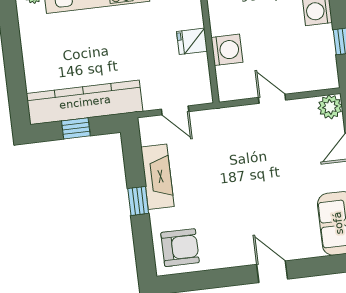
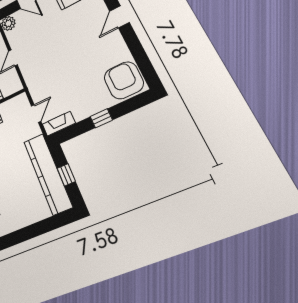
fireplace: (157, 177) -> (59, 124), moved, width x0.73, depth x0.76
armchair: (180, 248) -> (124, 80), width x1.36, depth x1.36

